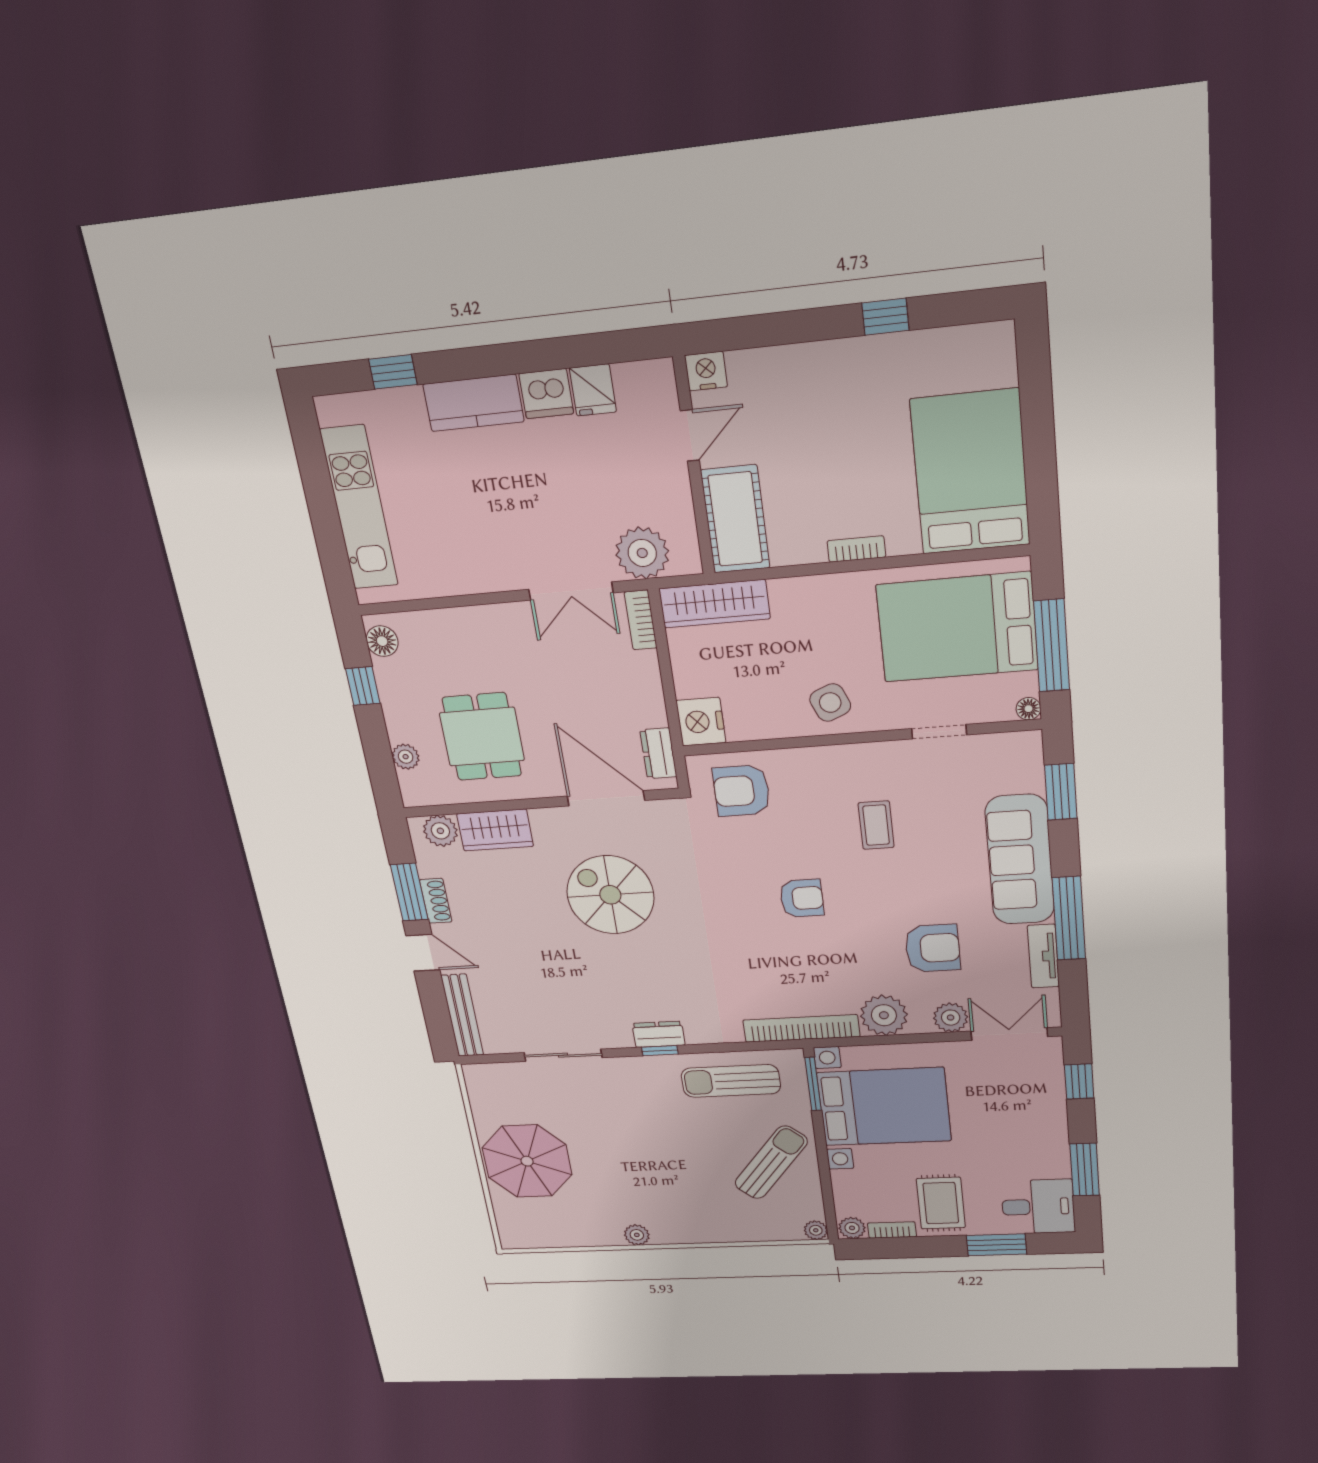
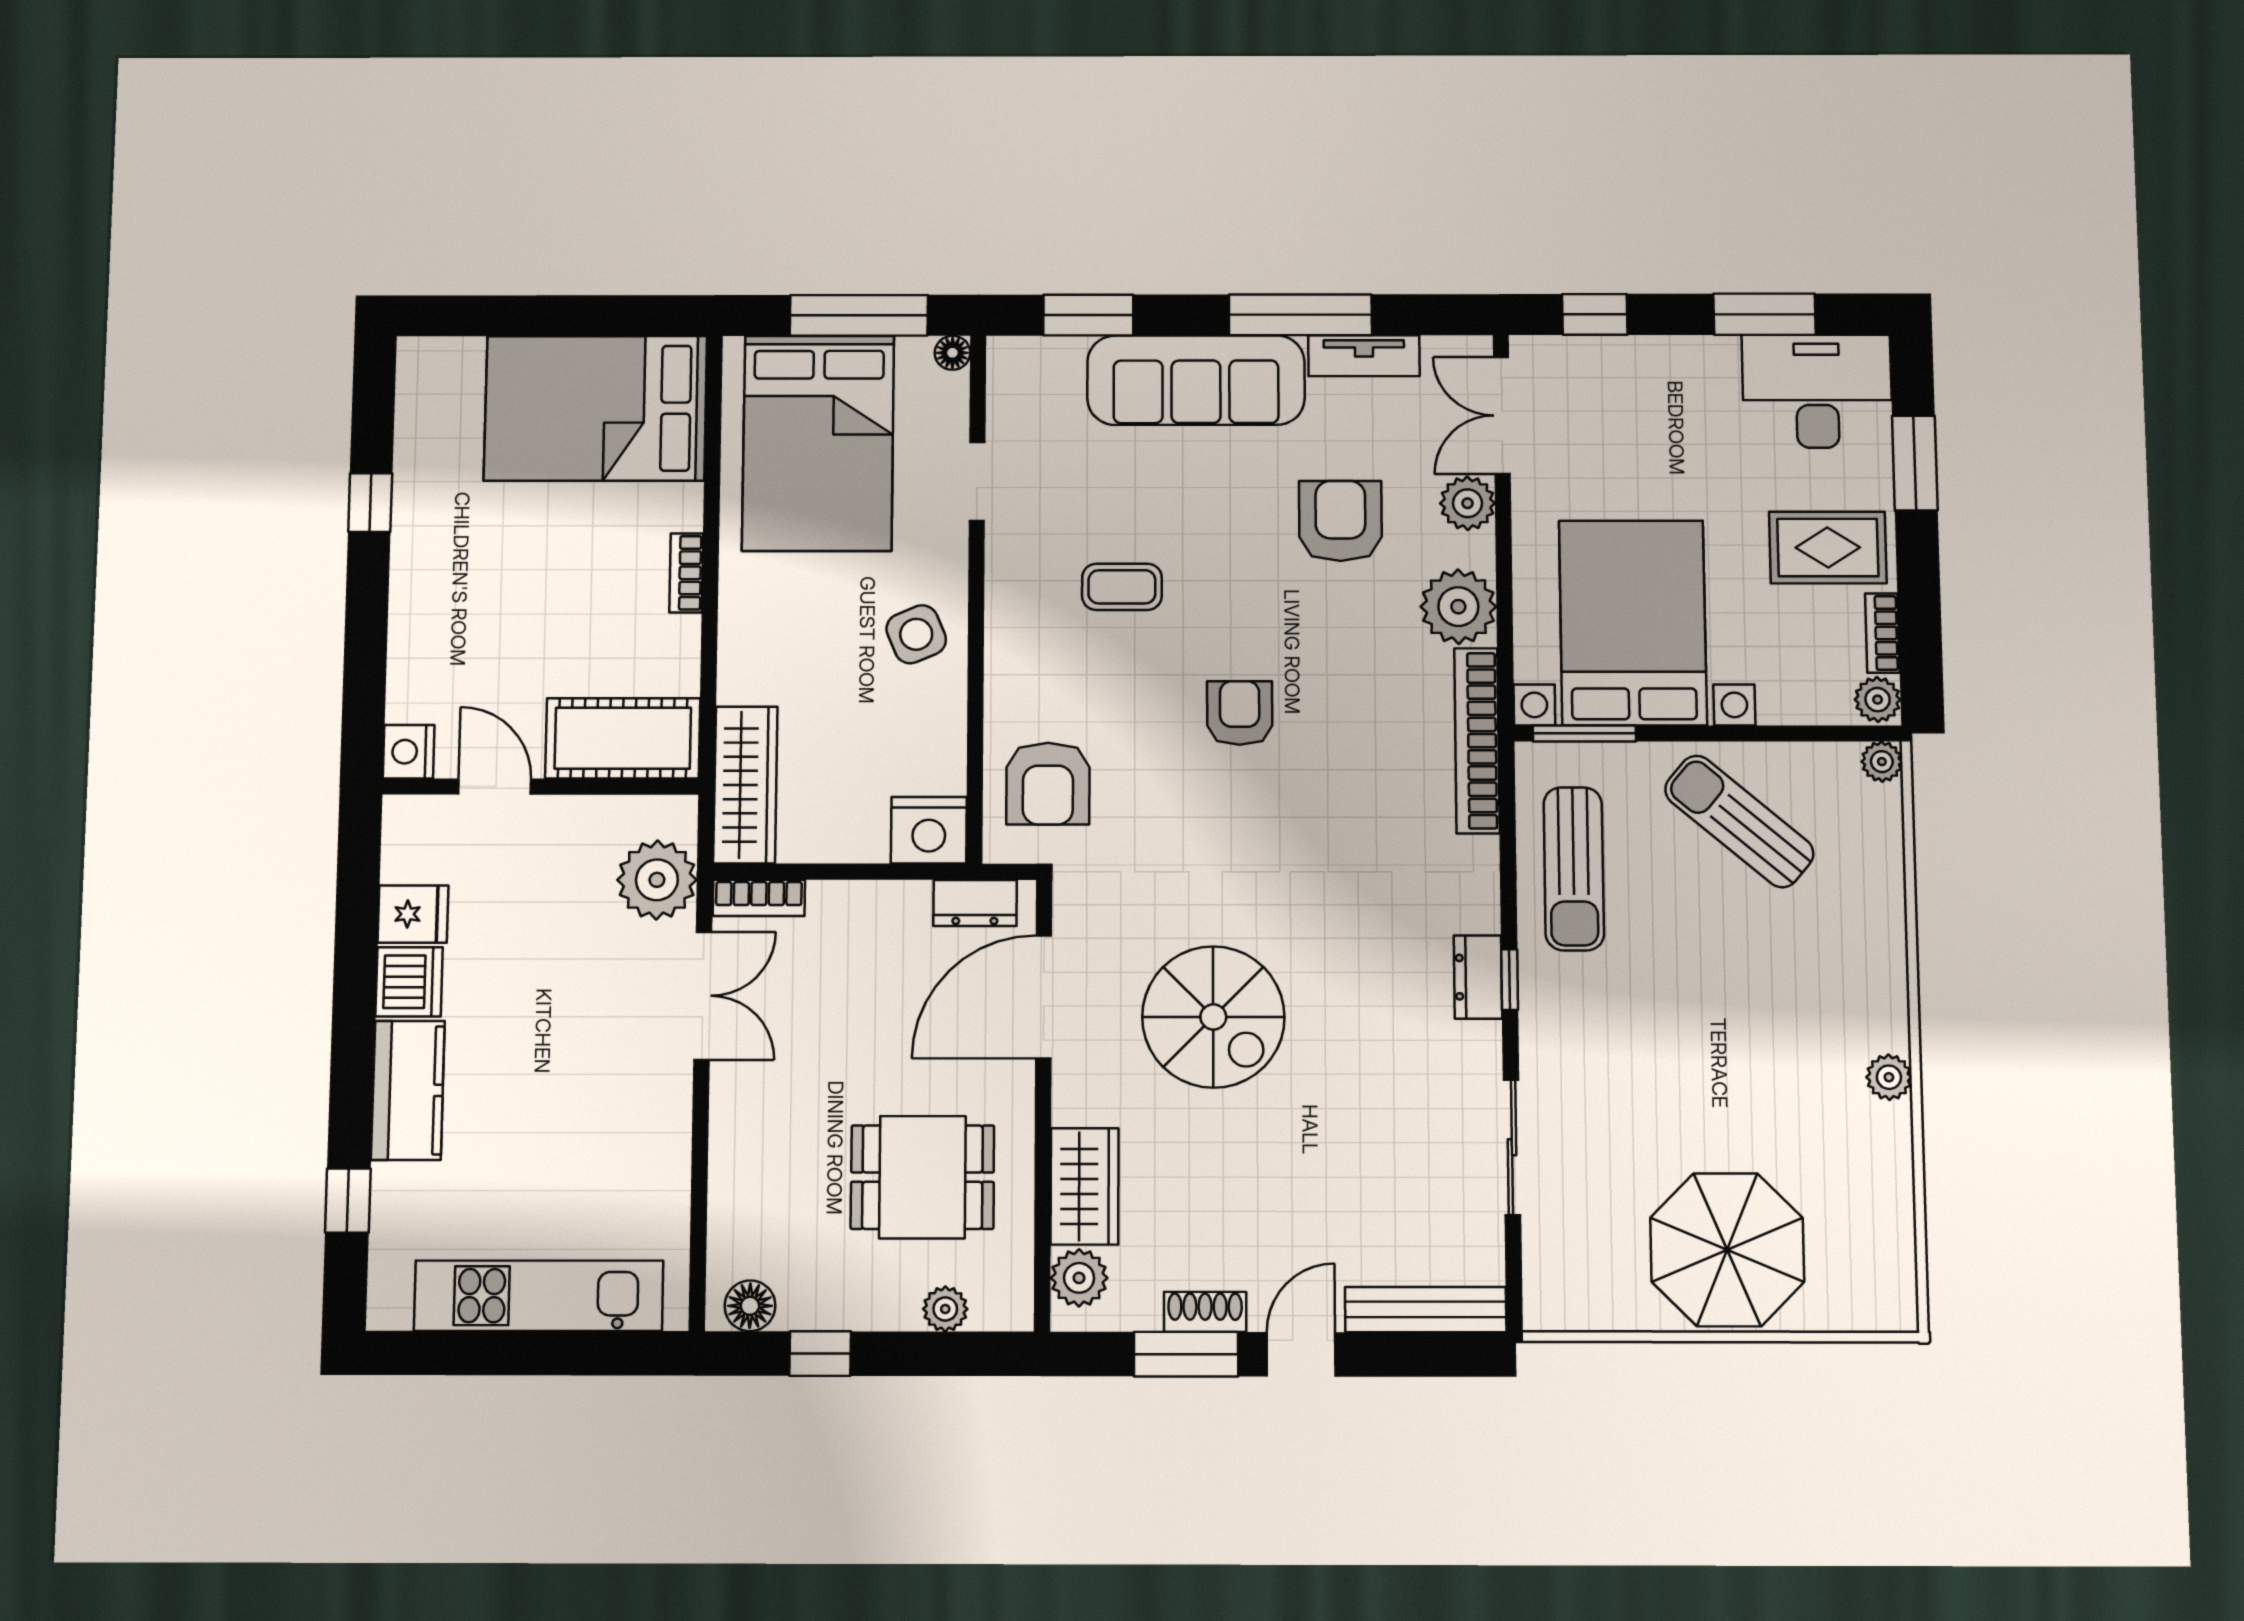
spiral stairs: (610, 895) -> (1213, 1017), turned -90
desk: (1038, 1207) -> (1817, 391), width x1.37

